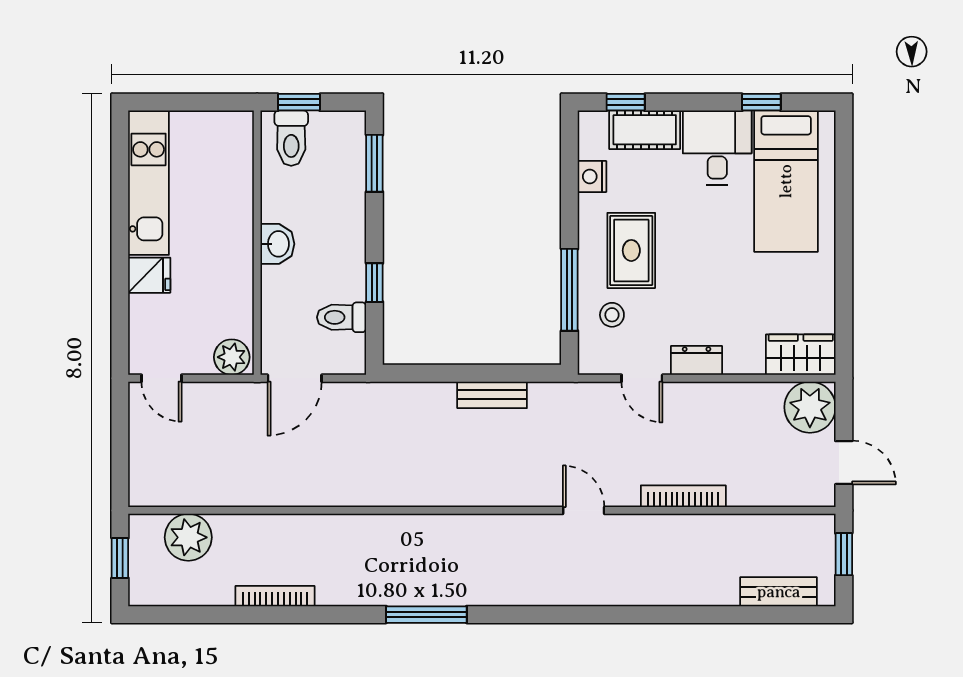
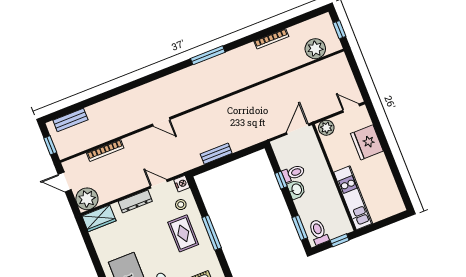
toilet: (291, 138) -> (319, 232), moved
nightstand: (592, 176) -> (182, 184), moved
kitchen unit: (149, 183) -> (353, 198), moved, turned 180
washbasin: (277, 244) -> (296, 189), moved, turned 180
fridge: (149, 275) -> (367, 142), width x1.88, depth x1.34
window: (569, 290) -> (212, 233), moved
toilet: (342, 317) -> (293, 173), moved
dresser: (697, 360) -> (135, 201), width x1.44
bookcase: (683, 496) -> (105, 150), moved

